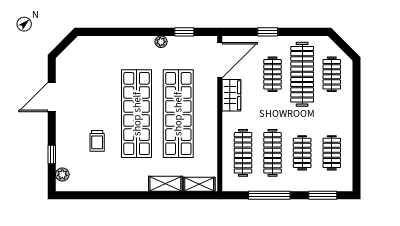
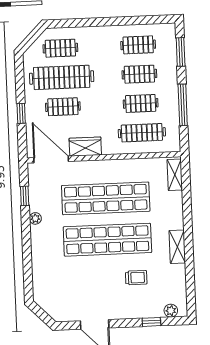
clothes rail: (273, 153) -> (141, 103), width x0.73
shelving: (165, 184) -> (177, 247), moved

